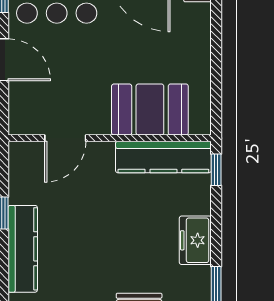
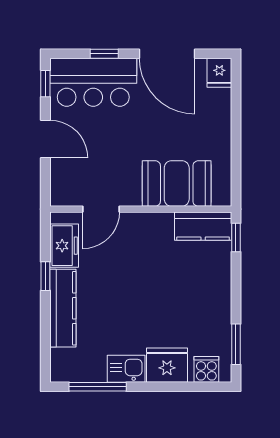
kitchen counter: (163, 157) -> (203, 226), width x0.67
freezer: (195, 240) -> (64, 246), moved, turned 180

